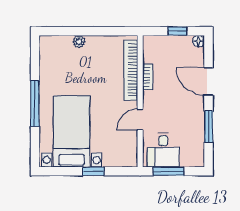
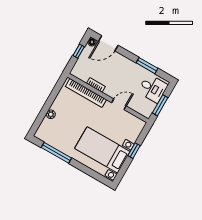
door: (208, 81) -> (108, 43), moved
window: (35, 104) -> (56, 153), moved
door: (140, 119) -> (119, 104), swing flipped
desk: (163, 150) -> (153, 88), moved

